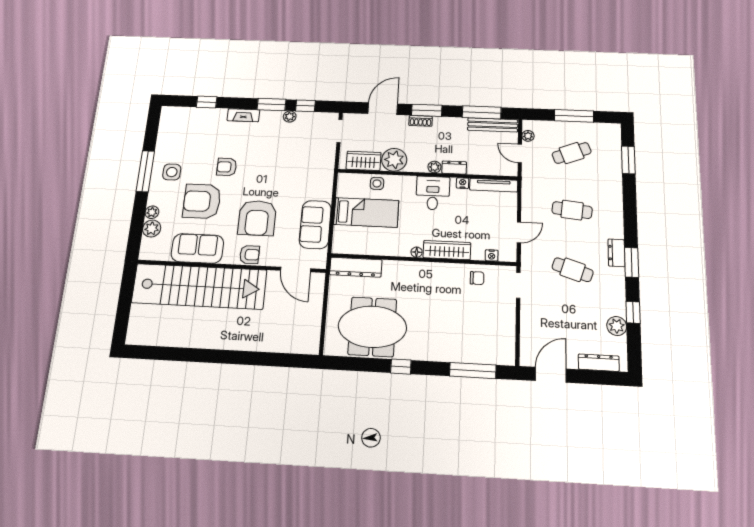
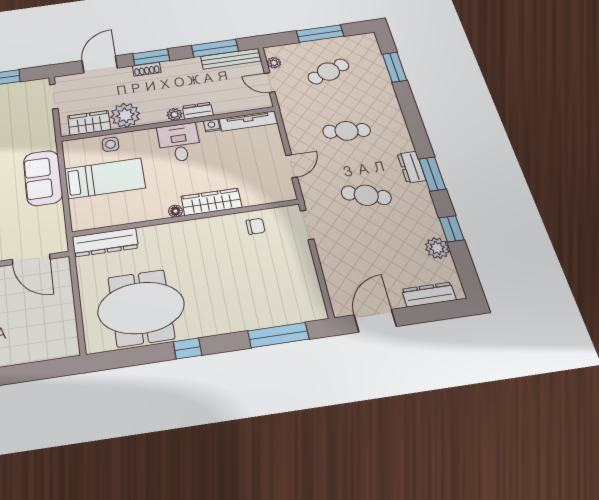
sofa: (315, 225) -> (43, 178), moved
nightstand: (492, 255) -> (266, 198), removed

